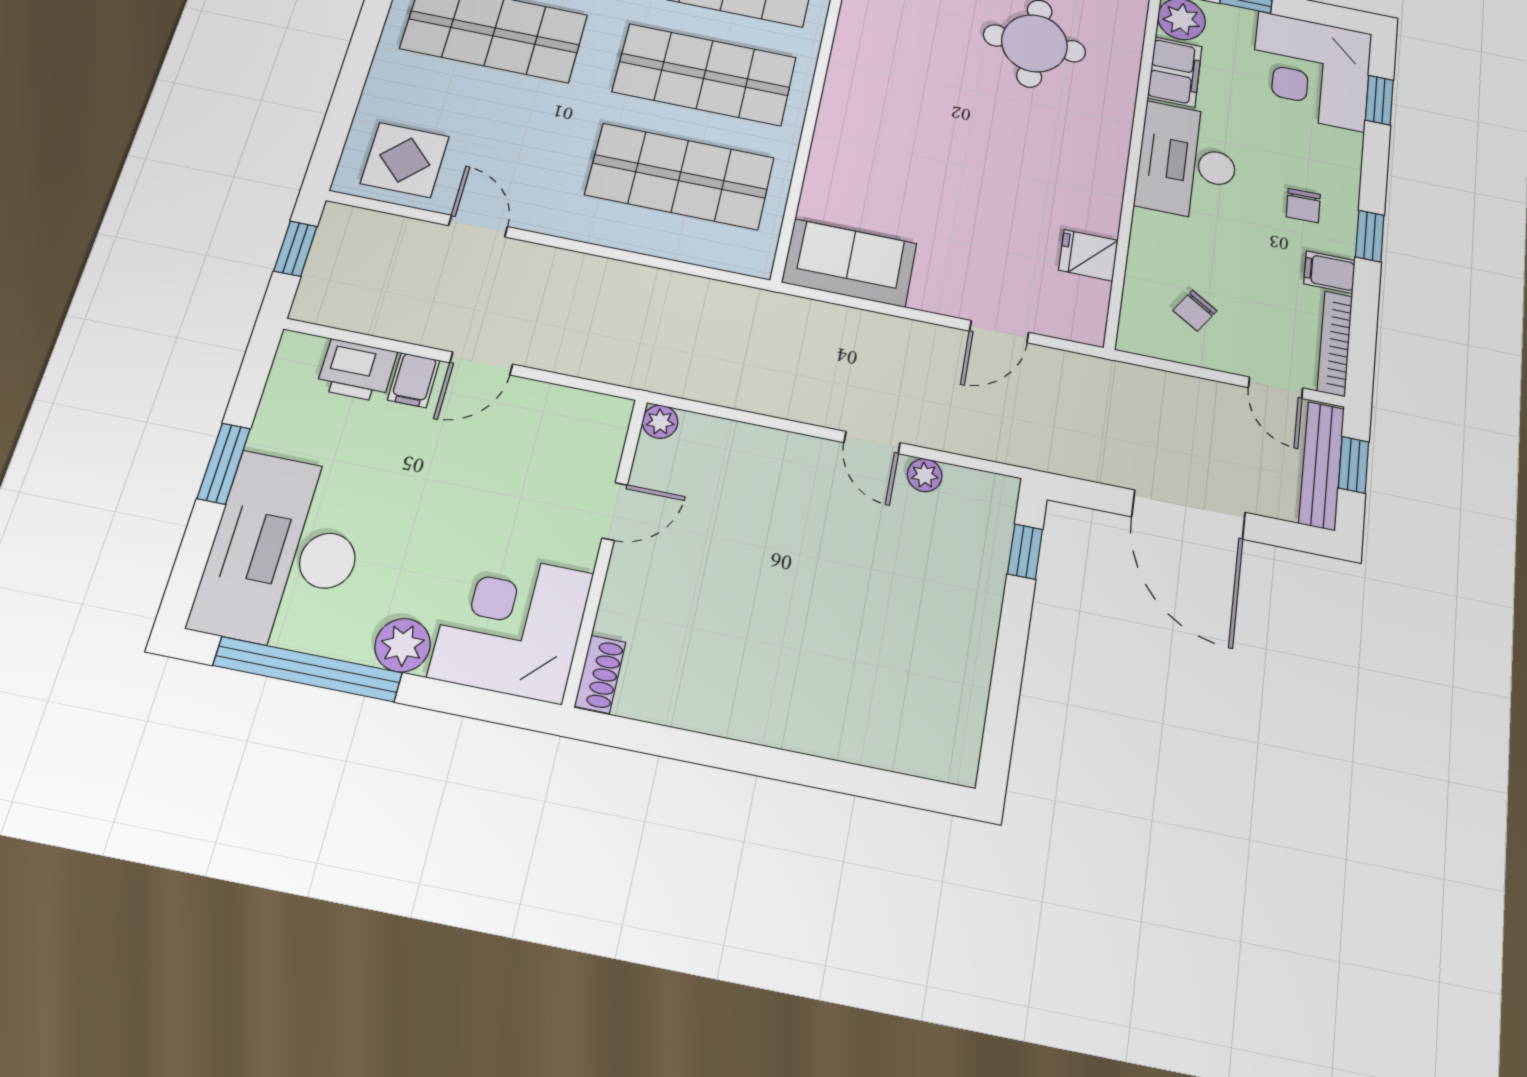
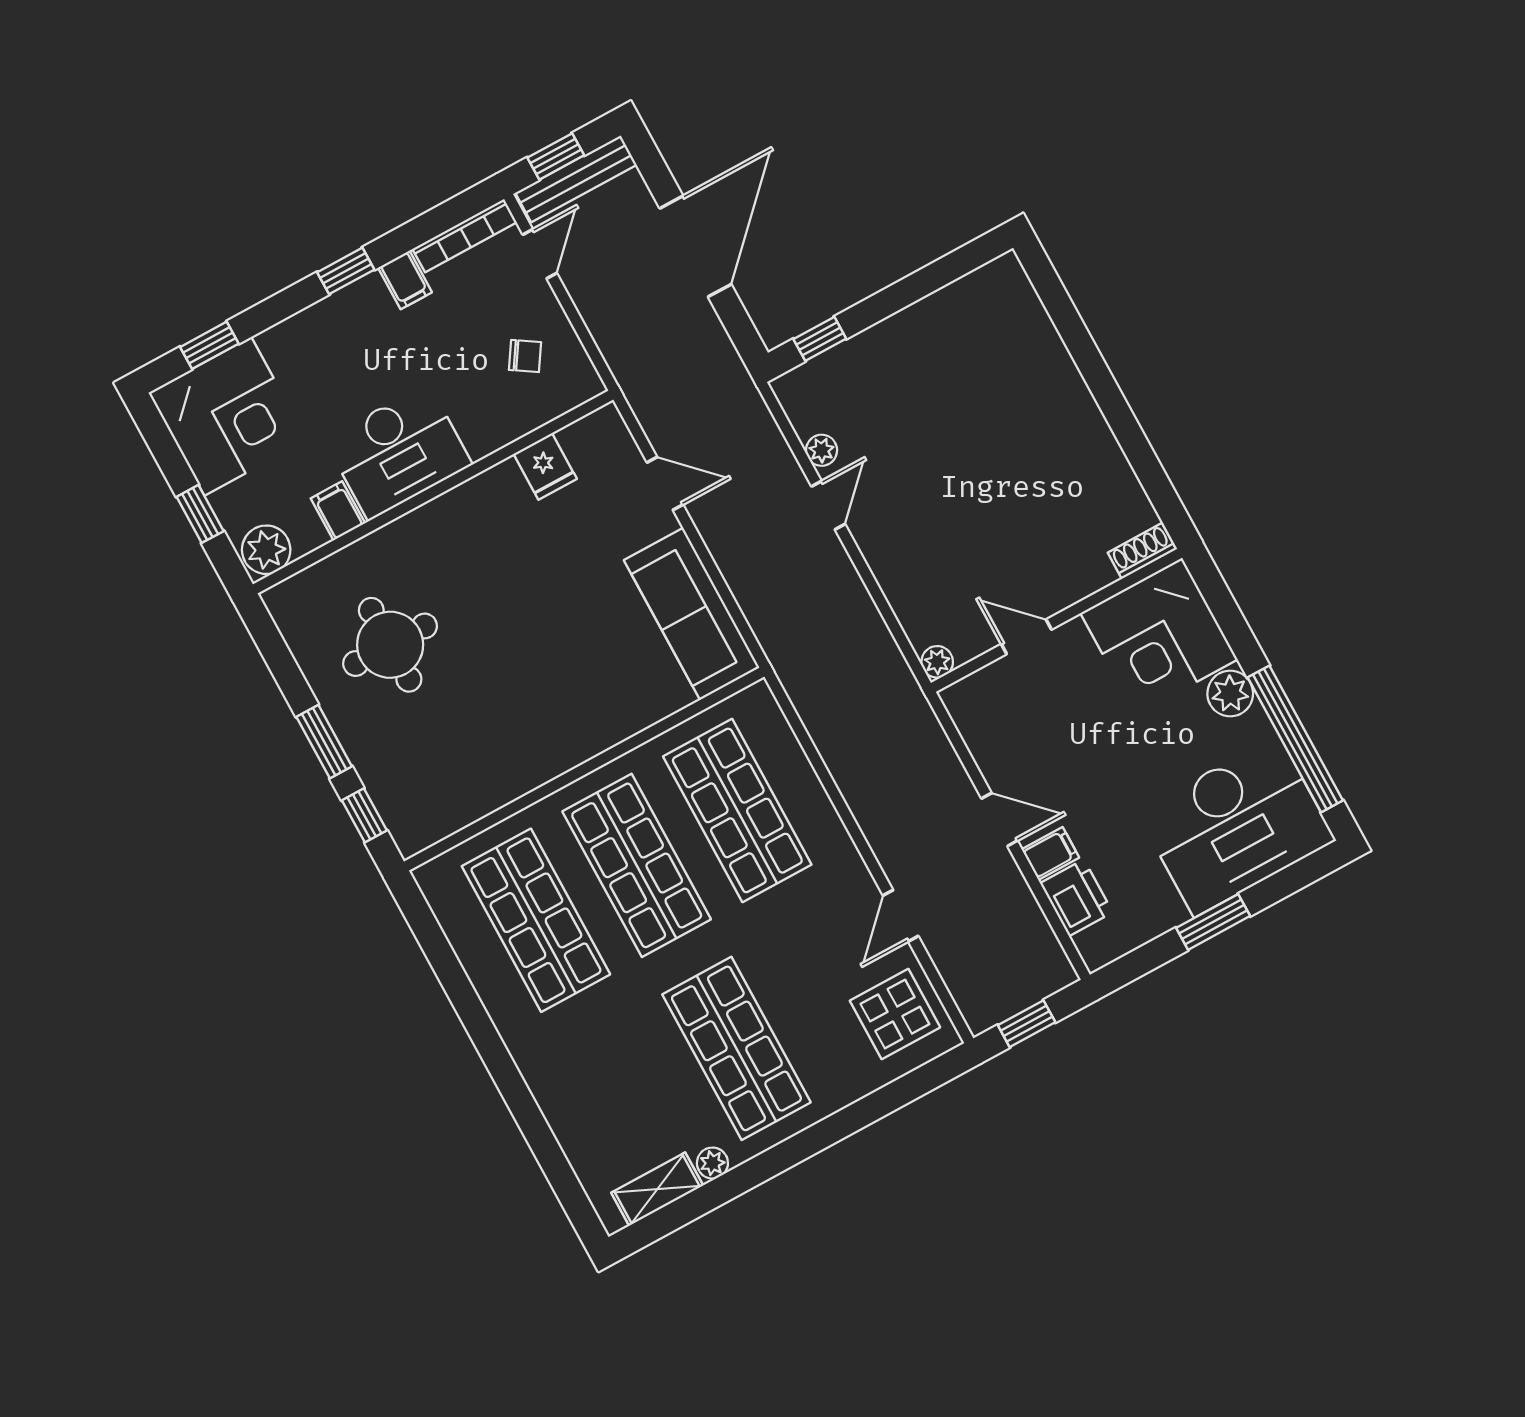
filing cabinet: (1175, 72) -> (338, 511), width x0.50
chair: (1303, 206) -> (361, 339), removed
sofa: (849, 263) -> (692, 614), width x1.36

